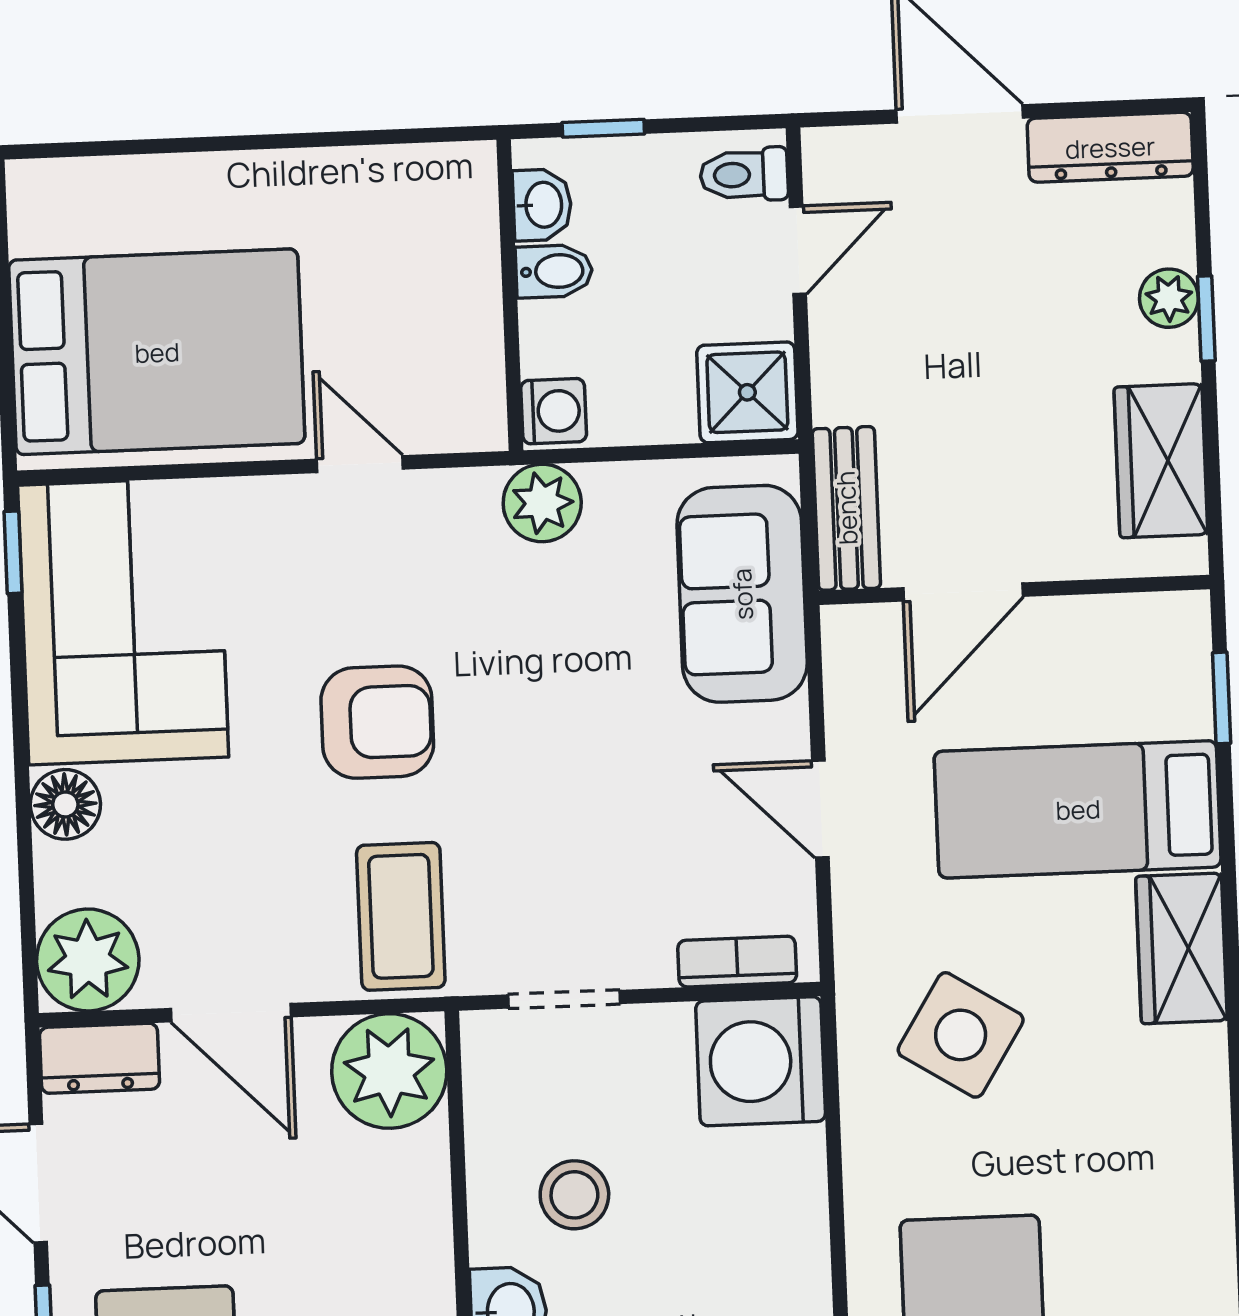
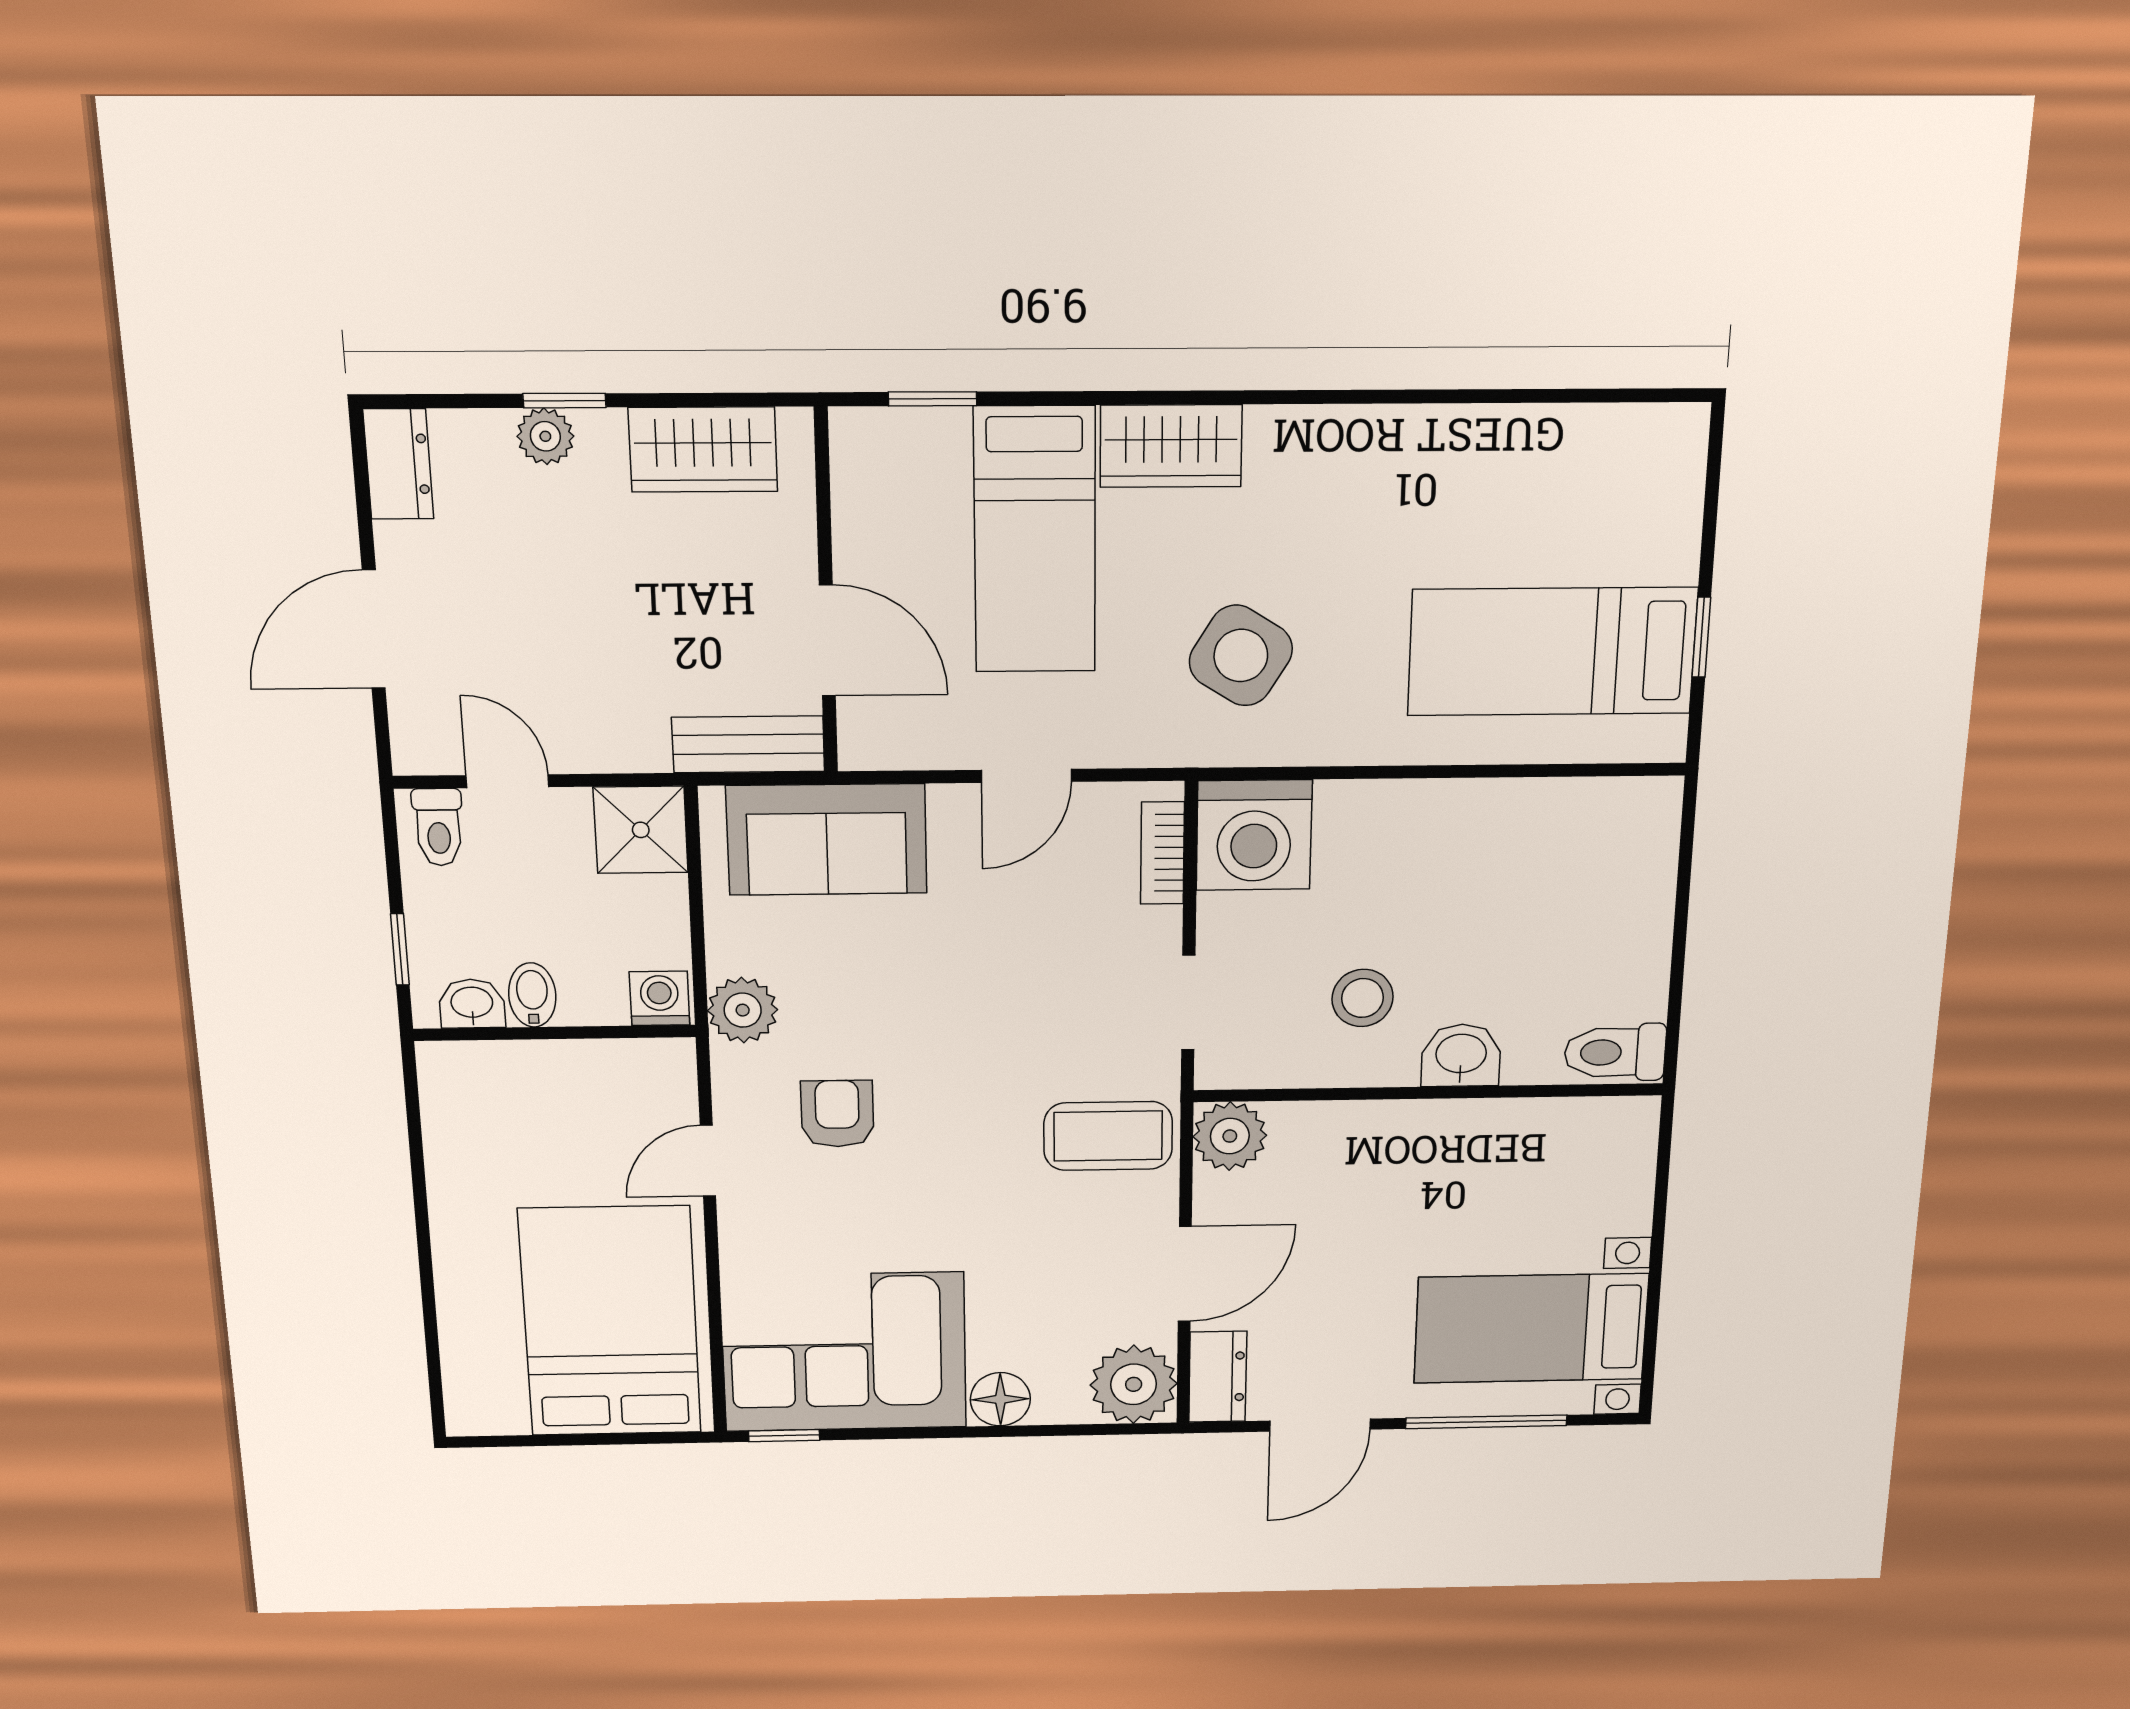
dresser: (1110, 147) -> (398, 464), width x0.70
armchair: (377, 722) -> (837, 1114), moved, width x0.72, depth x0.72
plant: (389, 1071) -> (1230, 1136), width x0.73, depth x0.73

